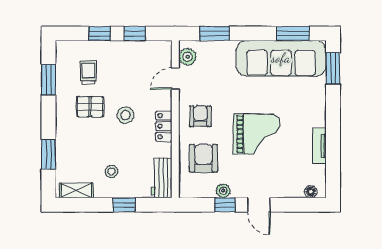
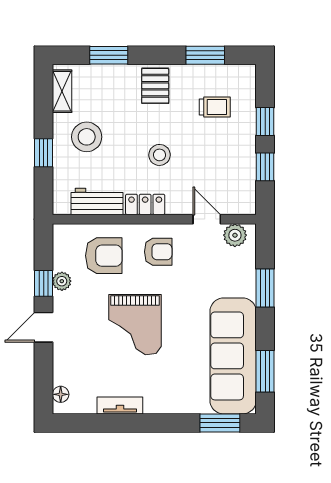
window: (215, 33) -> (265, 288), moved
pallet: (90, 107) -> (155, 86), moved
stool: (112, 171) -> (87, 137), width x1.89, depth x1.89
workbench: (161, 178) -> (97, 201), moved

